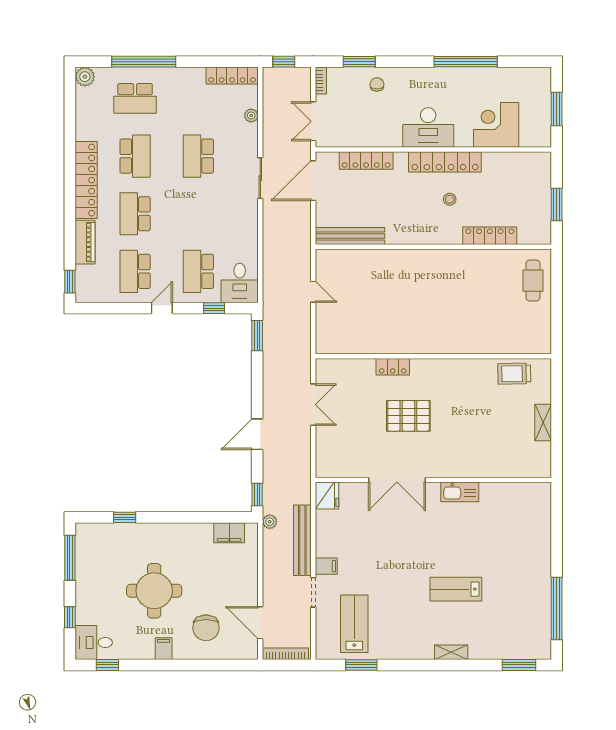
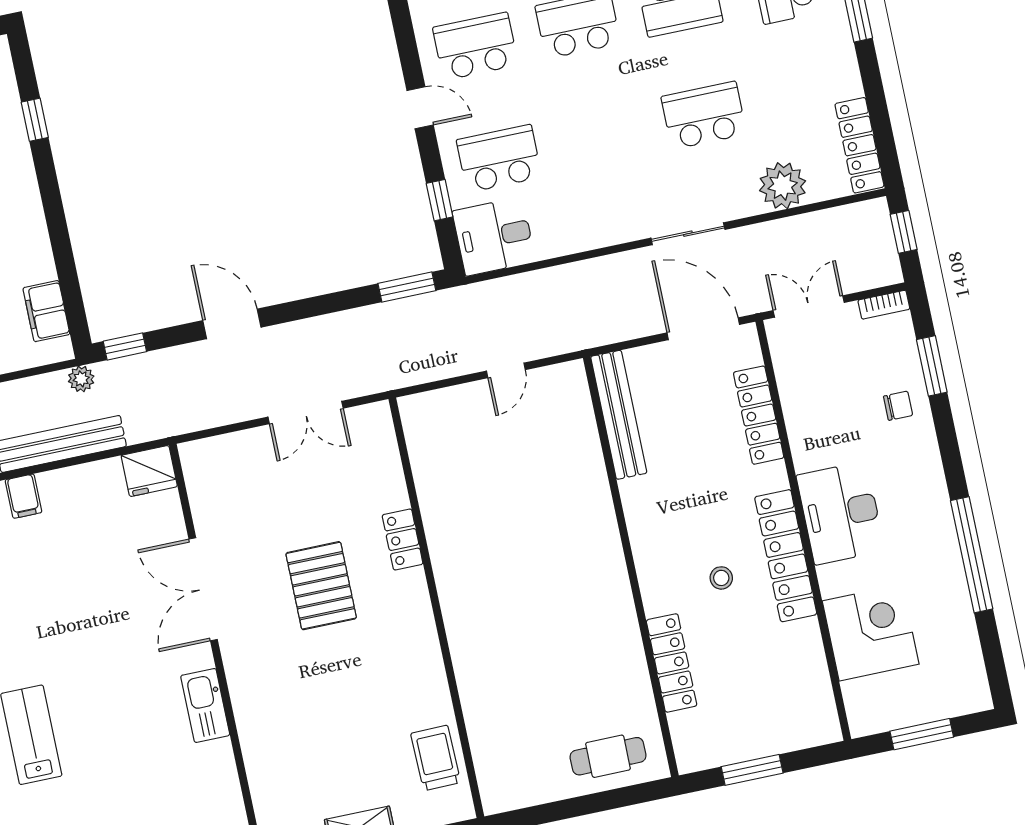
plant: (251, 116) -> (783, 186), width x1.88, depth x1.88

